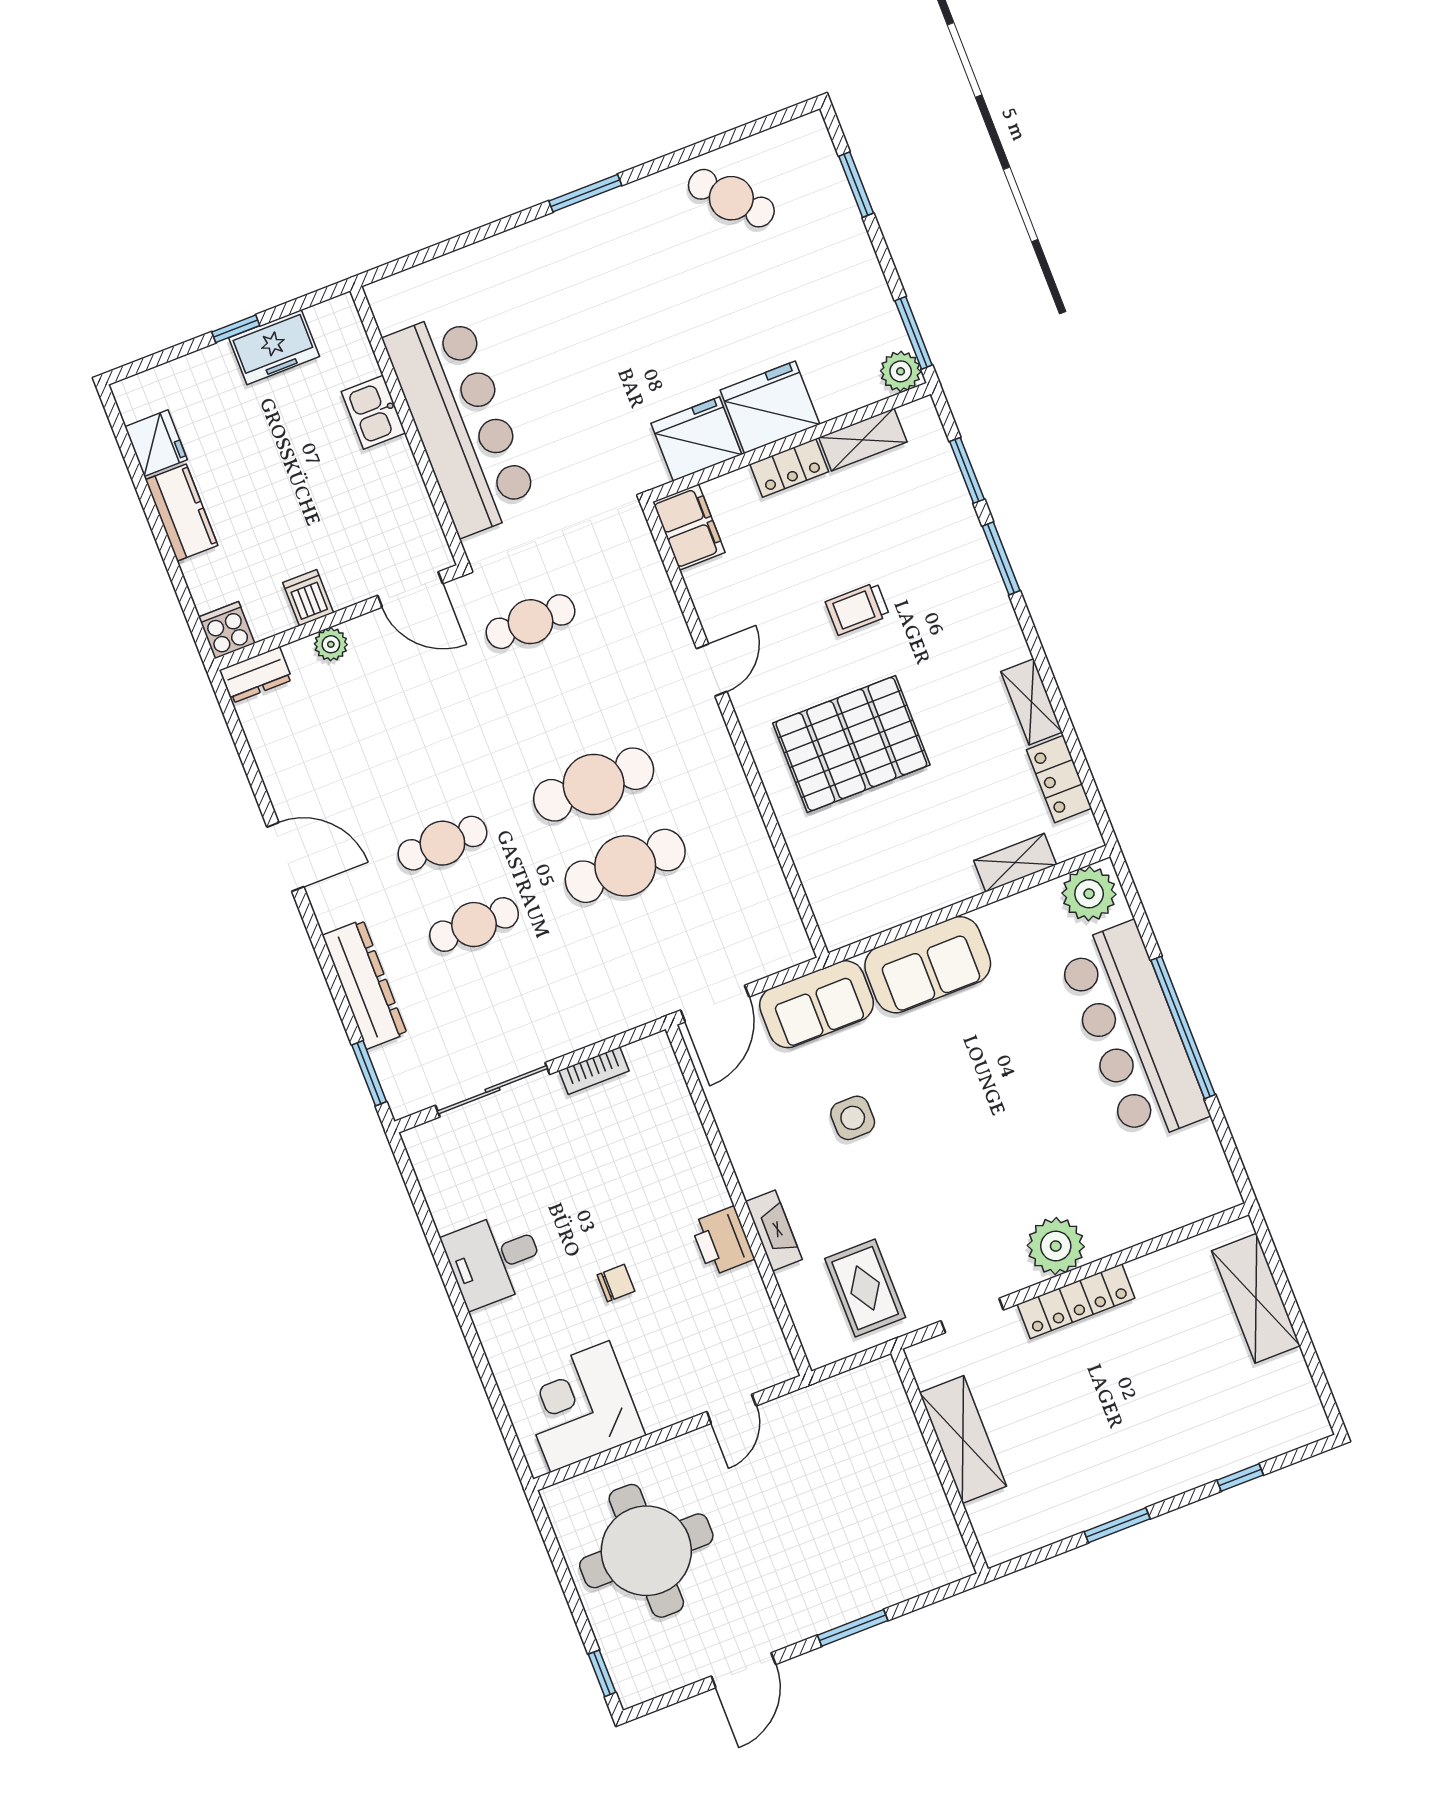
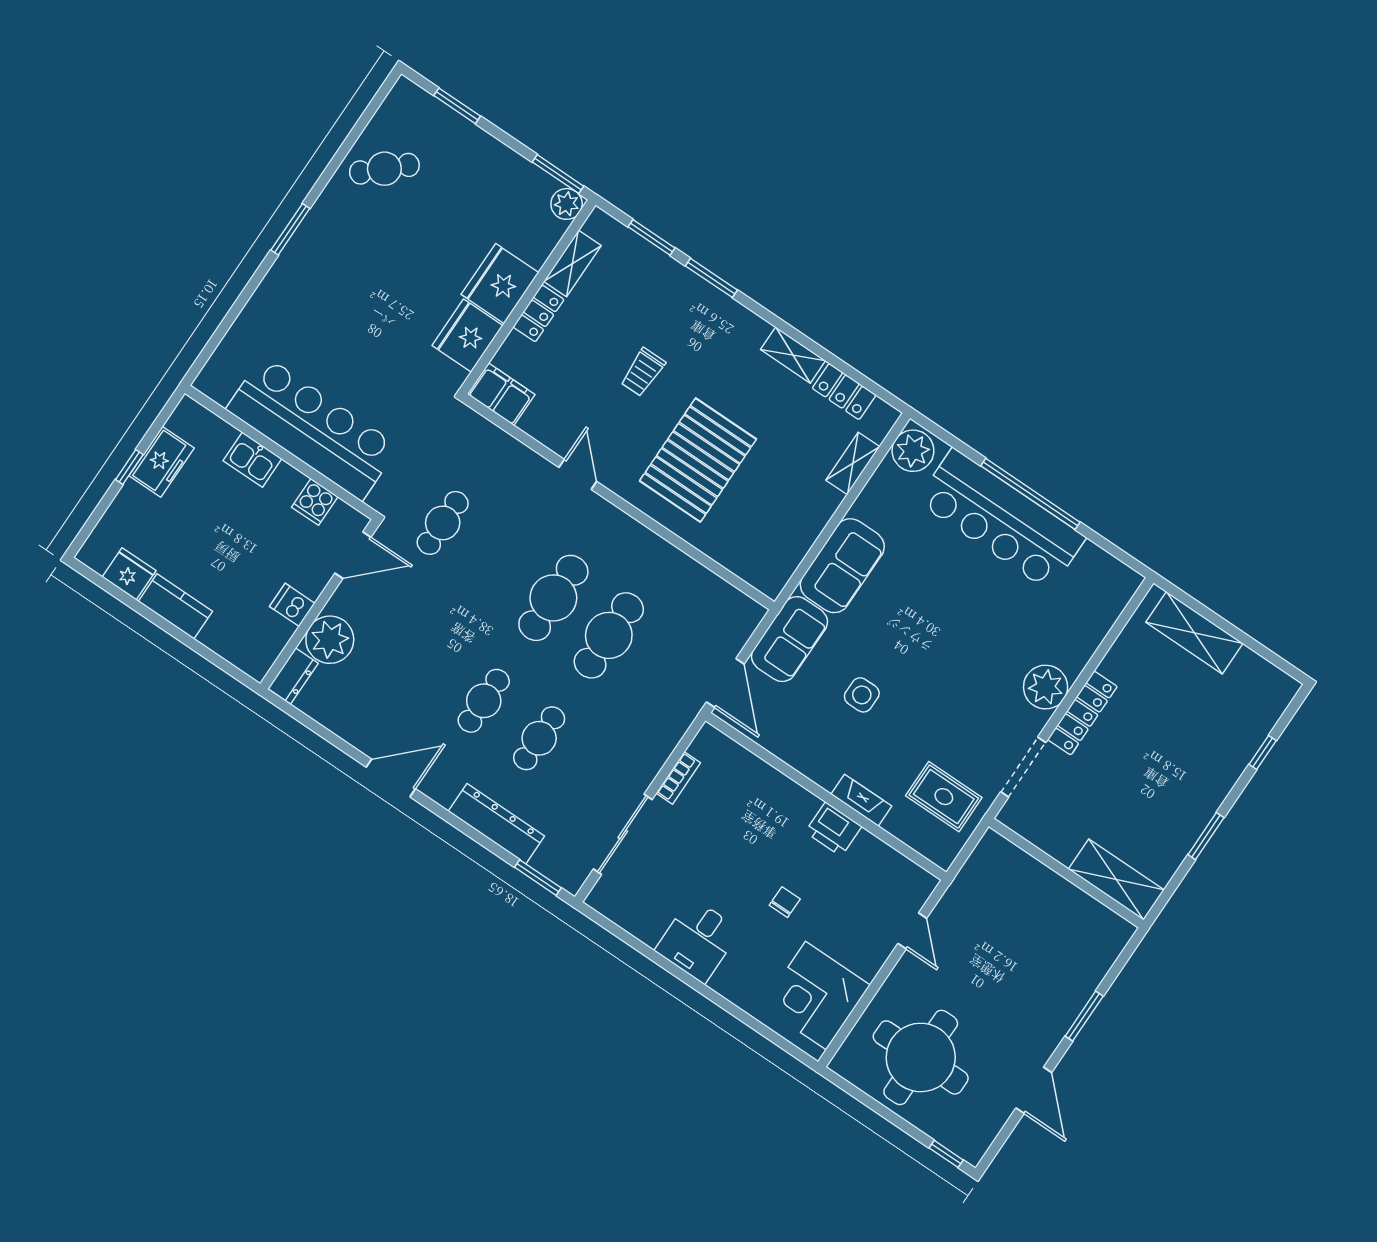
cooker: (227, 630) -> (315, 502), moved, turned -90
plant: (331, 644) -> (330, 640), width x1.87, depth x1.87
doorway: (972, 1315) -> (1023, 767), width x1.38
shelving: (963, 1439) -> (1116, 880), moved

